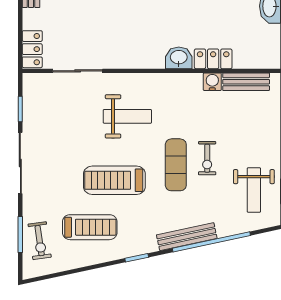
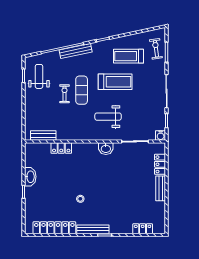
locker: (32, 49) -> (160, 164), moved
washbasin: (179, 58) -> (106, 149), moved
water cooler: (212, 82) -> (161, 136), moved

